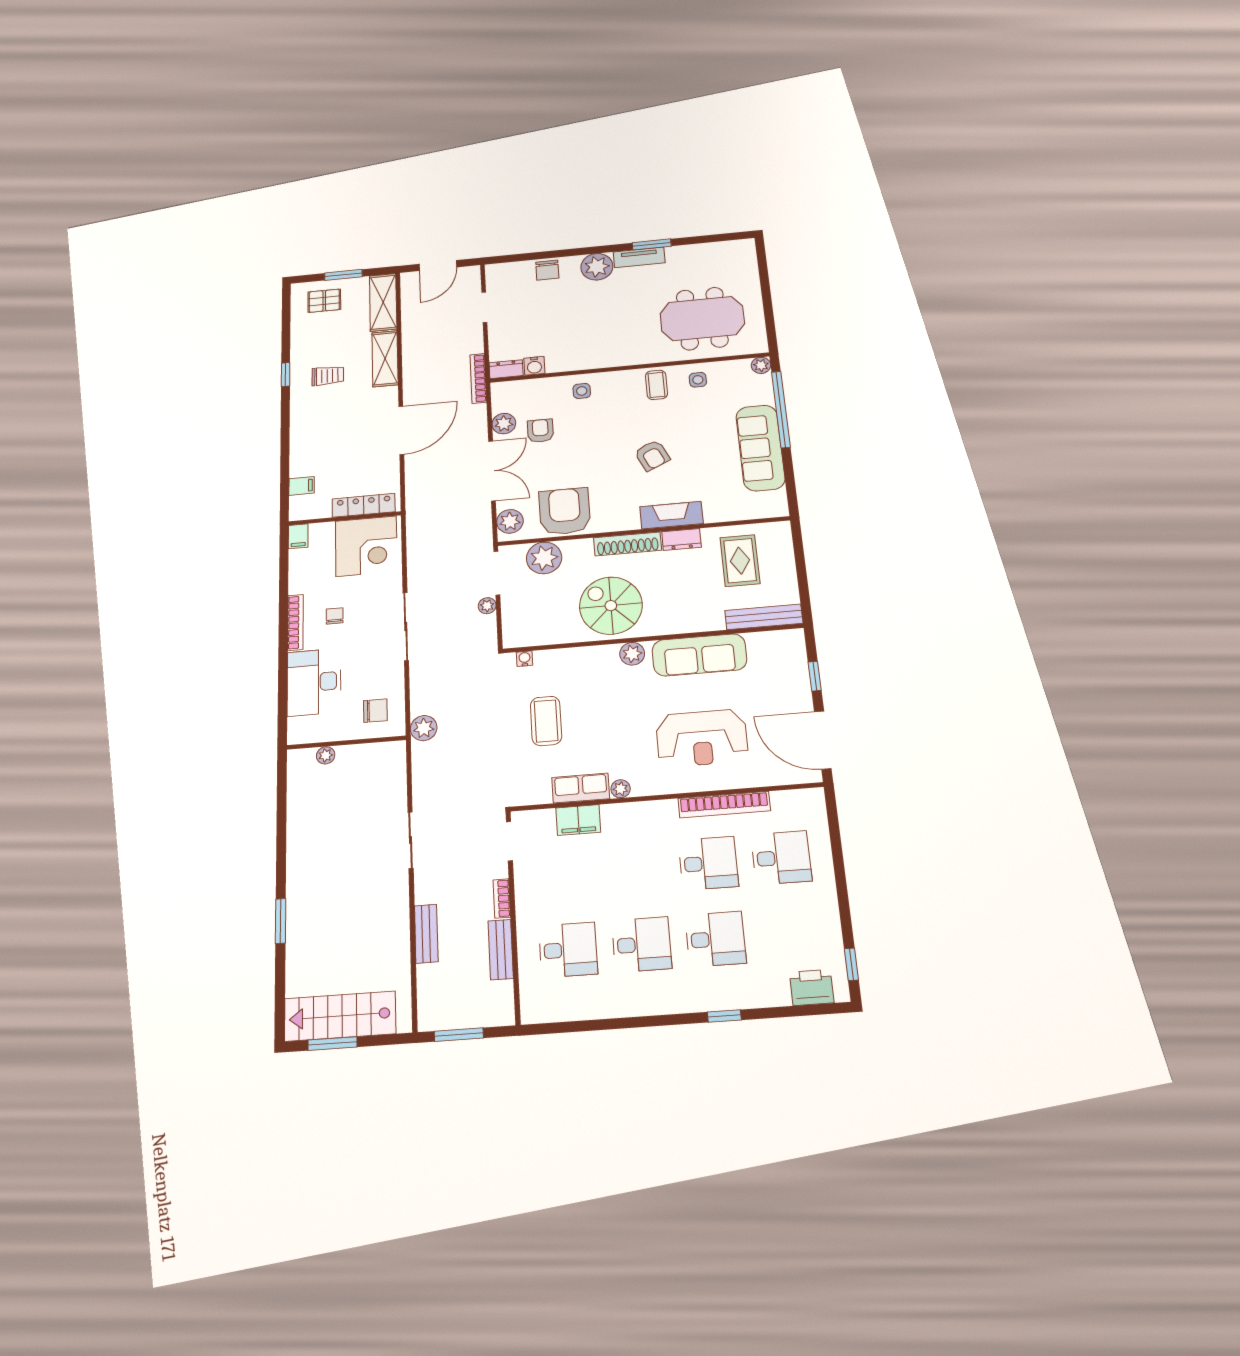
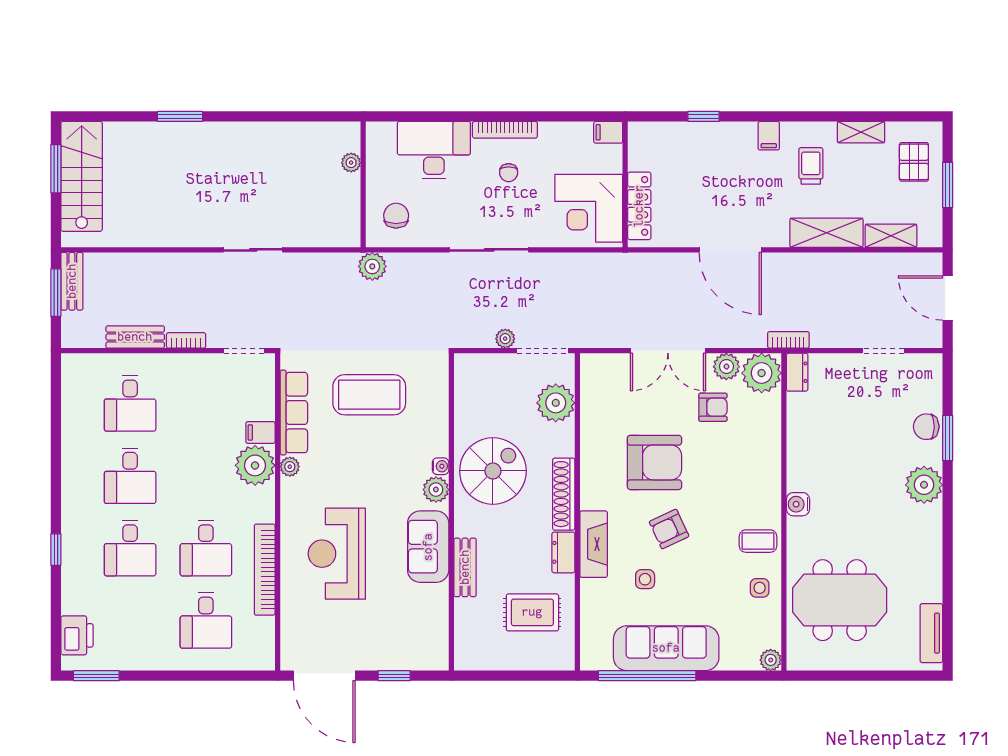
window: (652, 244) -> (948, 438), moved
tv unit: (639, 257) -> (931, 633), moved
shelving: (383, 302) -> (891, 236), width x0.67, depth x0.75
meeting table: (702, 319) -> (840, 600), turned 90
shelving: (299, 341) -> (861, 132), added
water cooler: (534, 366) -> (798, 504), moved
window: (286, 375) -> (704, 116), moved
trolley: (328, 376) -> (811, 166), turned 180
bookcase: (478, 378) -> (788, 340), width x0.64
side table: (582, 391) -> (645, 579), moved
window: (781, 409) -> (647, 676), moved
filing cabinet: (302, 486) -> (769, 136), moved
armchair: (565, 511) -> (654, 462), moved
plant: (510, 521) -> (762, 373), moved, width x1.36, depth x1.36
chair: (335, 616) -> (509, 173), turned 90
bench: (764, 617) -> (465, 567), moved, width x0.73
sofa: (699, 655) -> (428, 547), width x0.73
water cooler: (525, 659) -> (441, 466), moved
chair: (375, 711) -> (396, 216), turned 180
coffee table: (546, 721) -> (369, 395), width x1.36, depth x1.32
door: (823, 740) -> (324, 676), swing flipped
row of seats: (581, 788) -> (294, 413), width x1.48
filing cabinet: (578, 820) -> (260, 432), width x0.50
plant: (622, 822) -> (255, 465), added
bench: (426, 934) -> (72, 281), moved, turned 90
window: (851, 964) -> (96, 676), width x1.50

